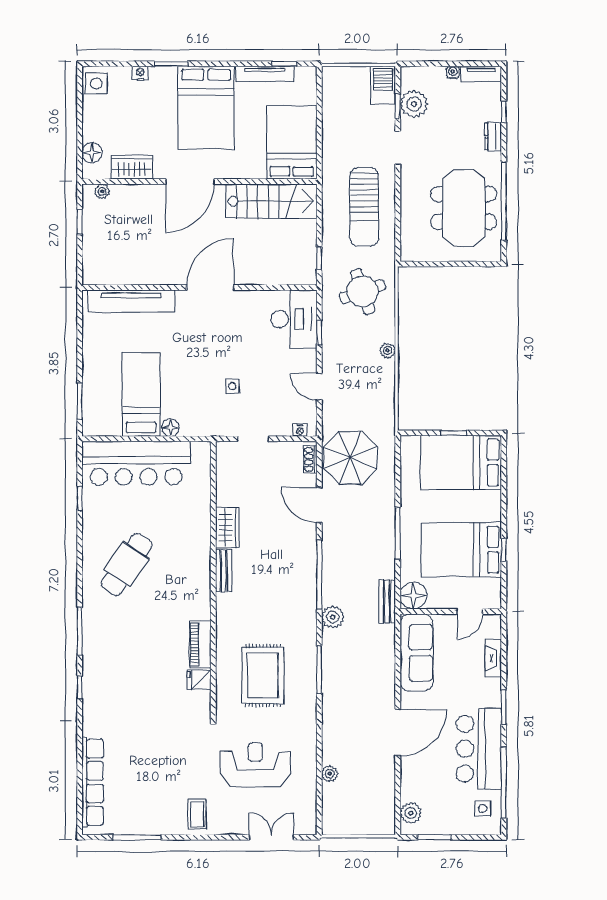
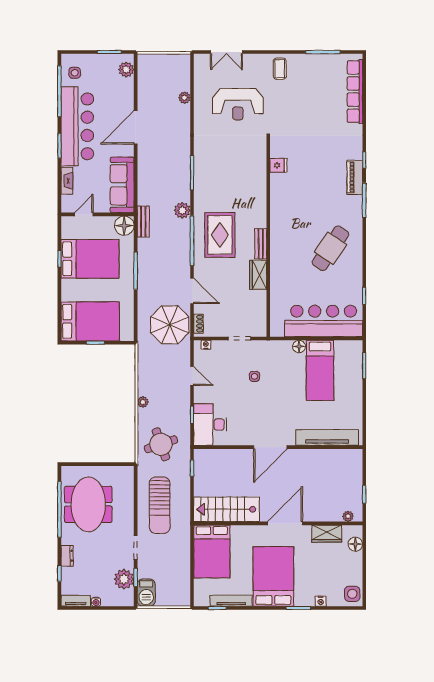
sun lounger: (364, 207) -> (160, 505), turned 180
piano: (200, 644) -> (355, 177), moved, turned 180
rug: (263, 675) -> (220, 235), moved
bar counter: (479, 749) -> (77, 126), width x1.36

